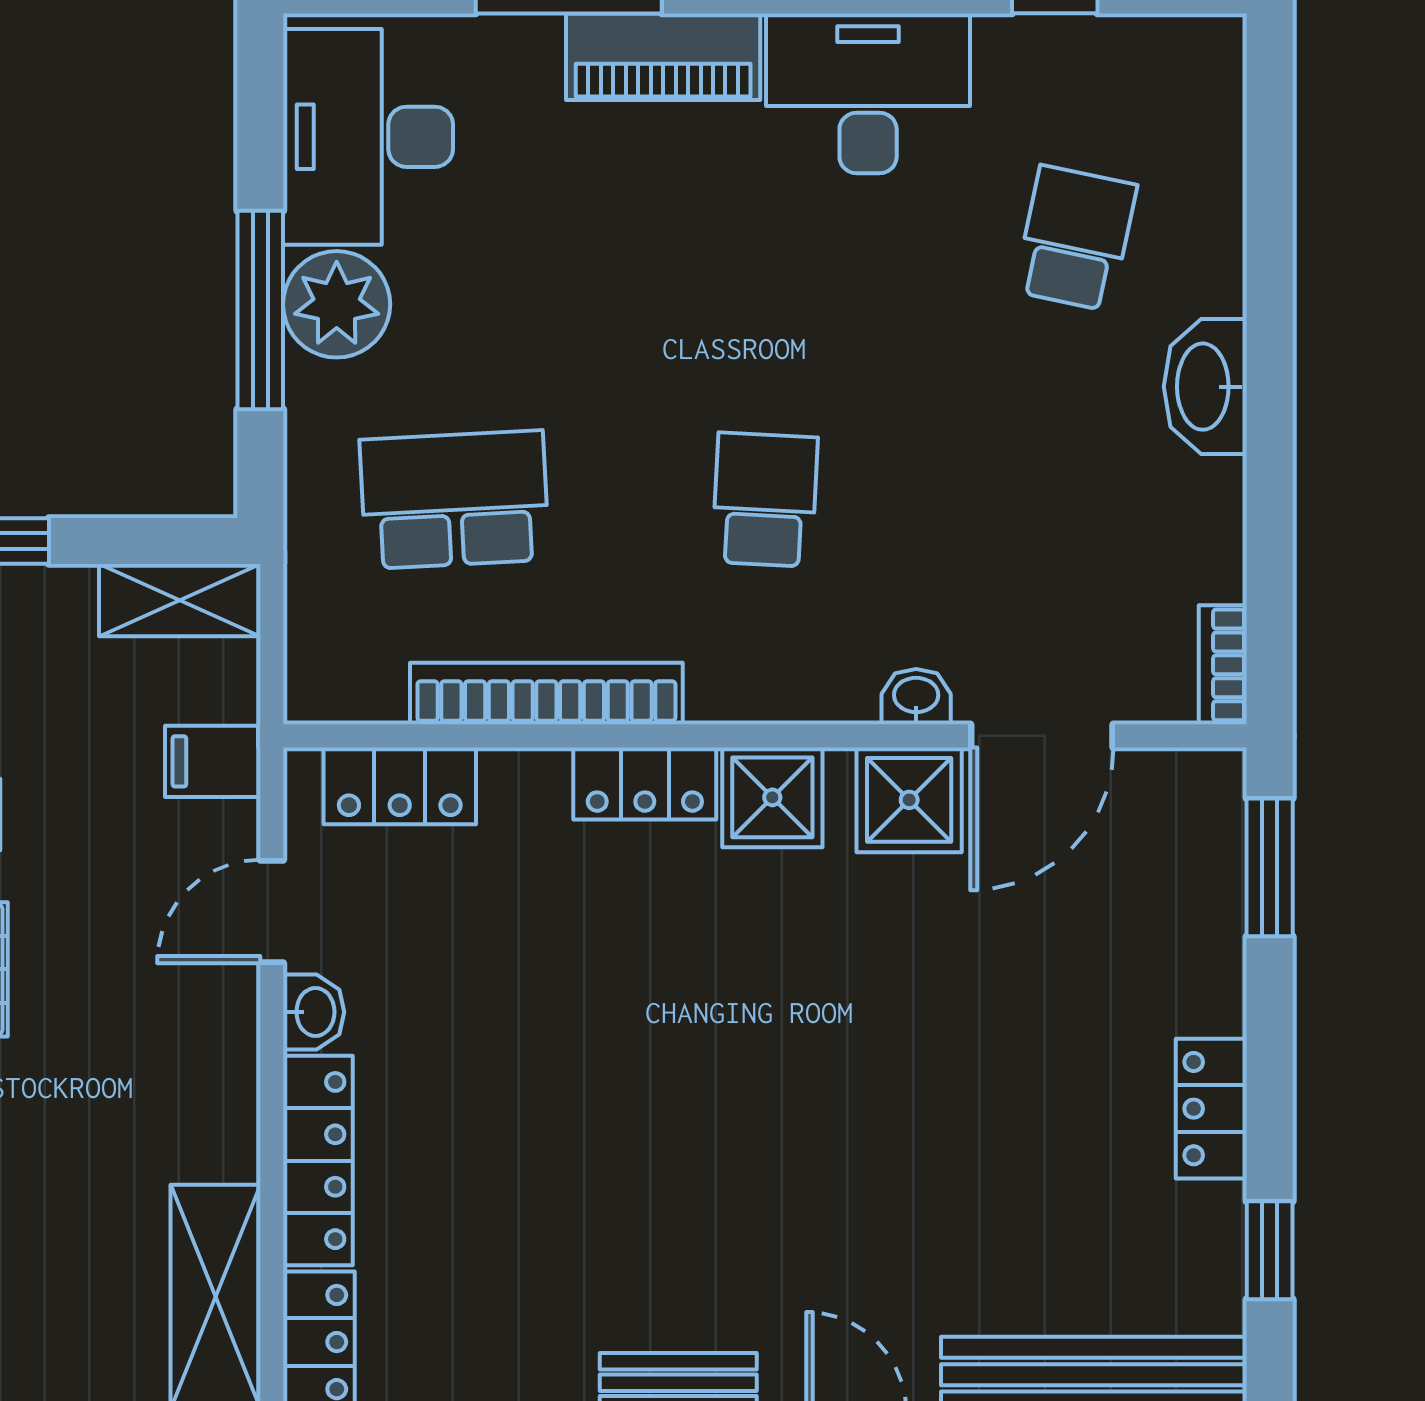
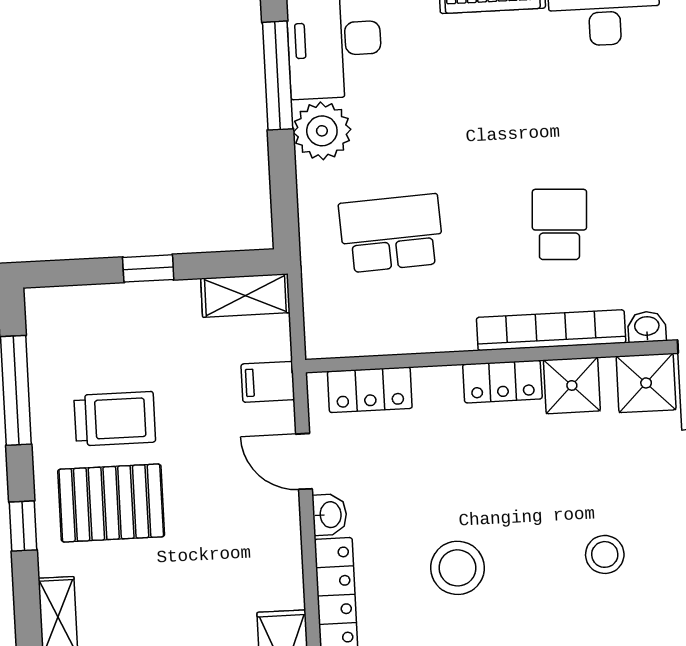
window: (260, 310) -> (278, 76), moved
bookcase: (546, 694) -> (551, 330), moved
door: (272, 912) -> (304, 461), hinge flipped
stool: (817, 1112) -> (605, 554), added
stool: (544, 1122) -> (457, 568), added

